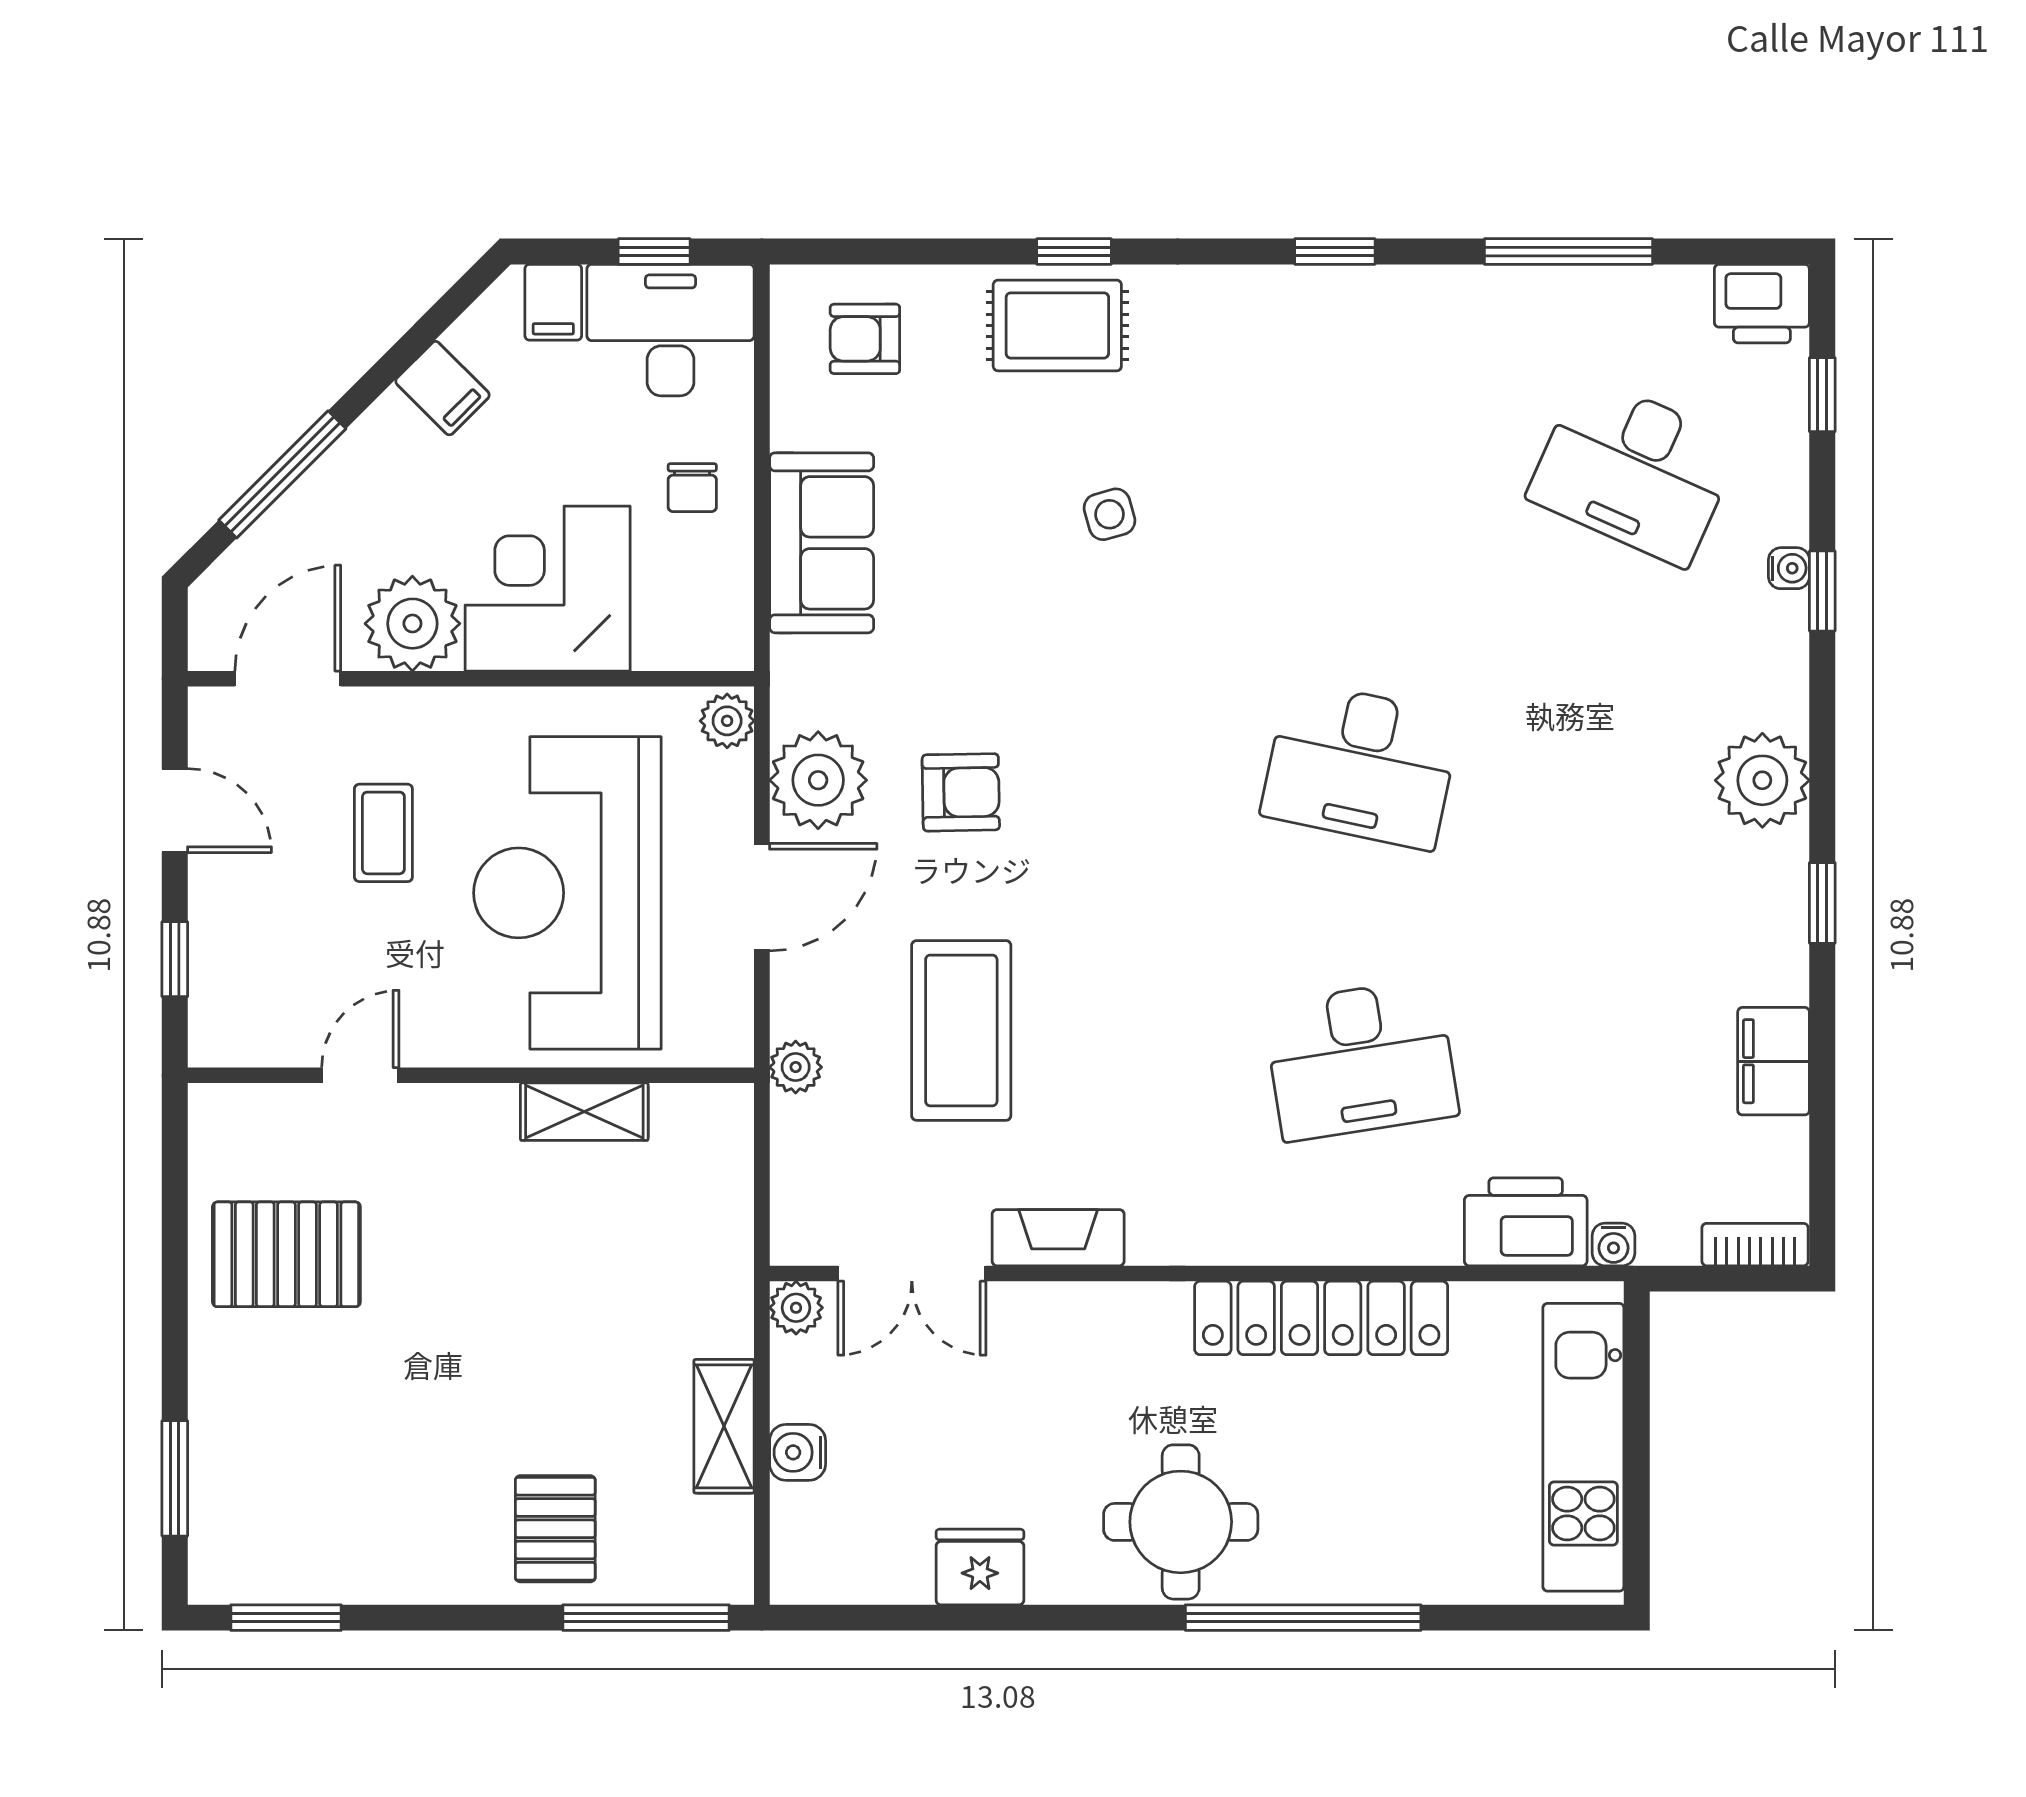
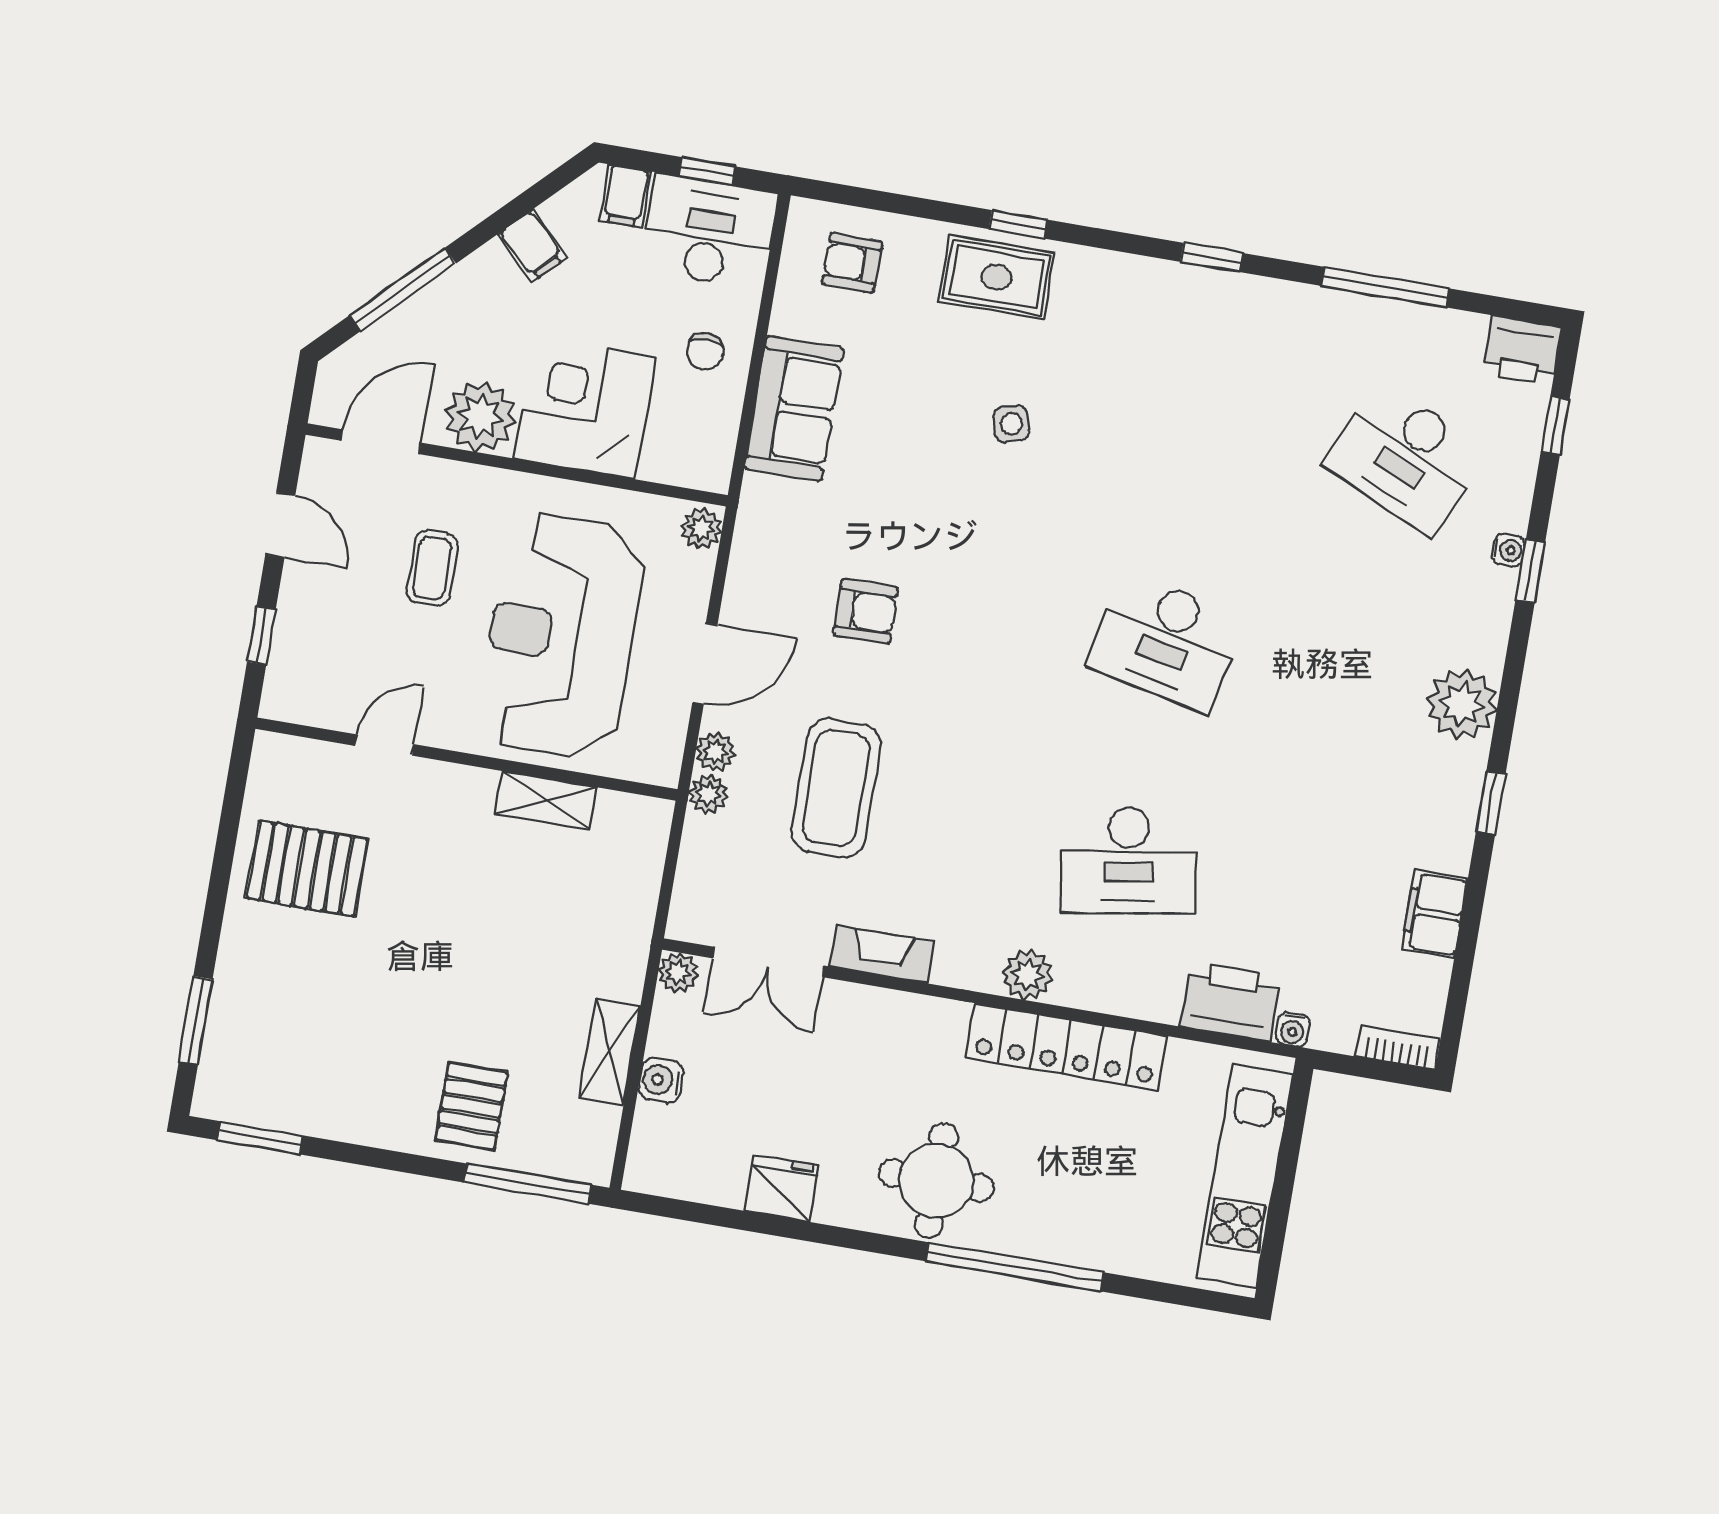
plant: (818, 780) -> (715, 752), moved, width x0.53, depth x0.53
plant: (1254, 1232) -> (1028, 975), added

